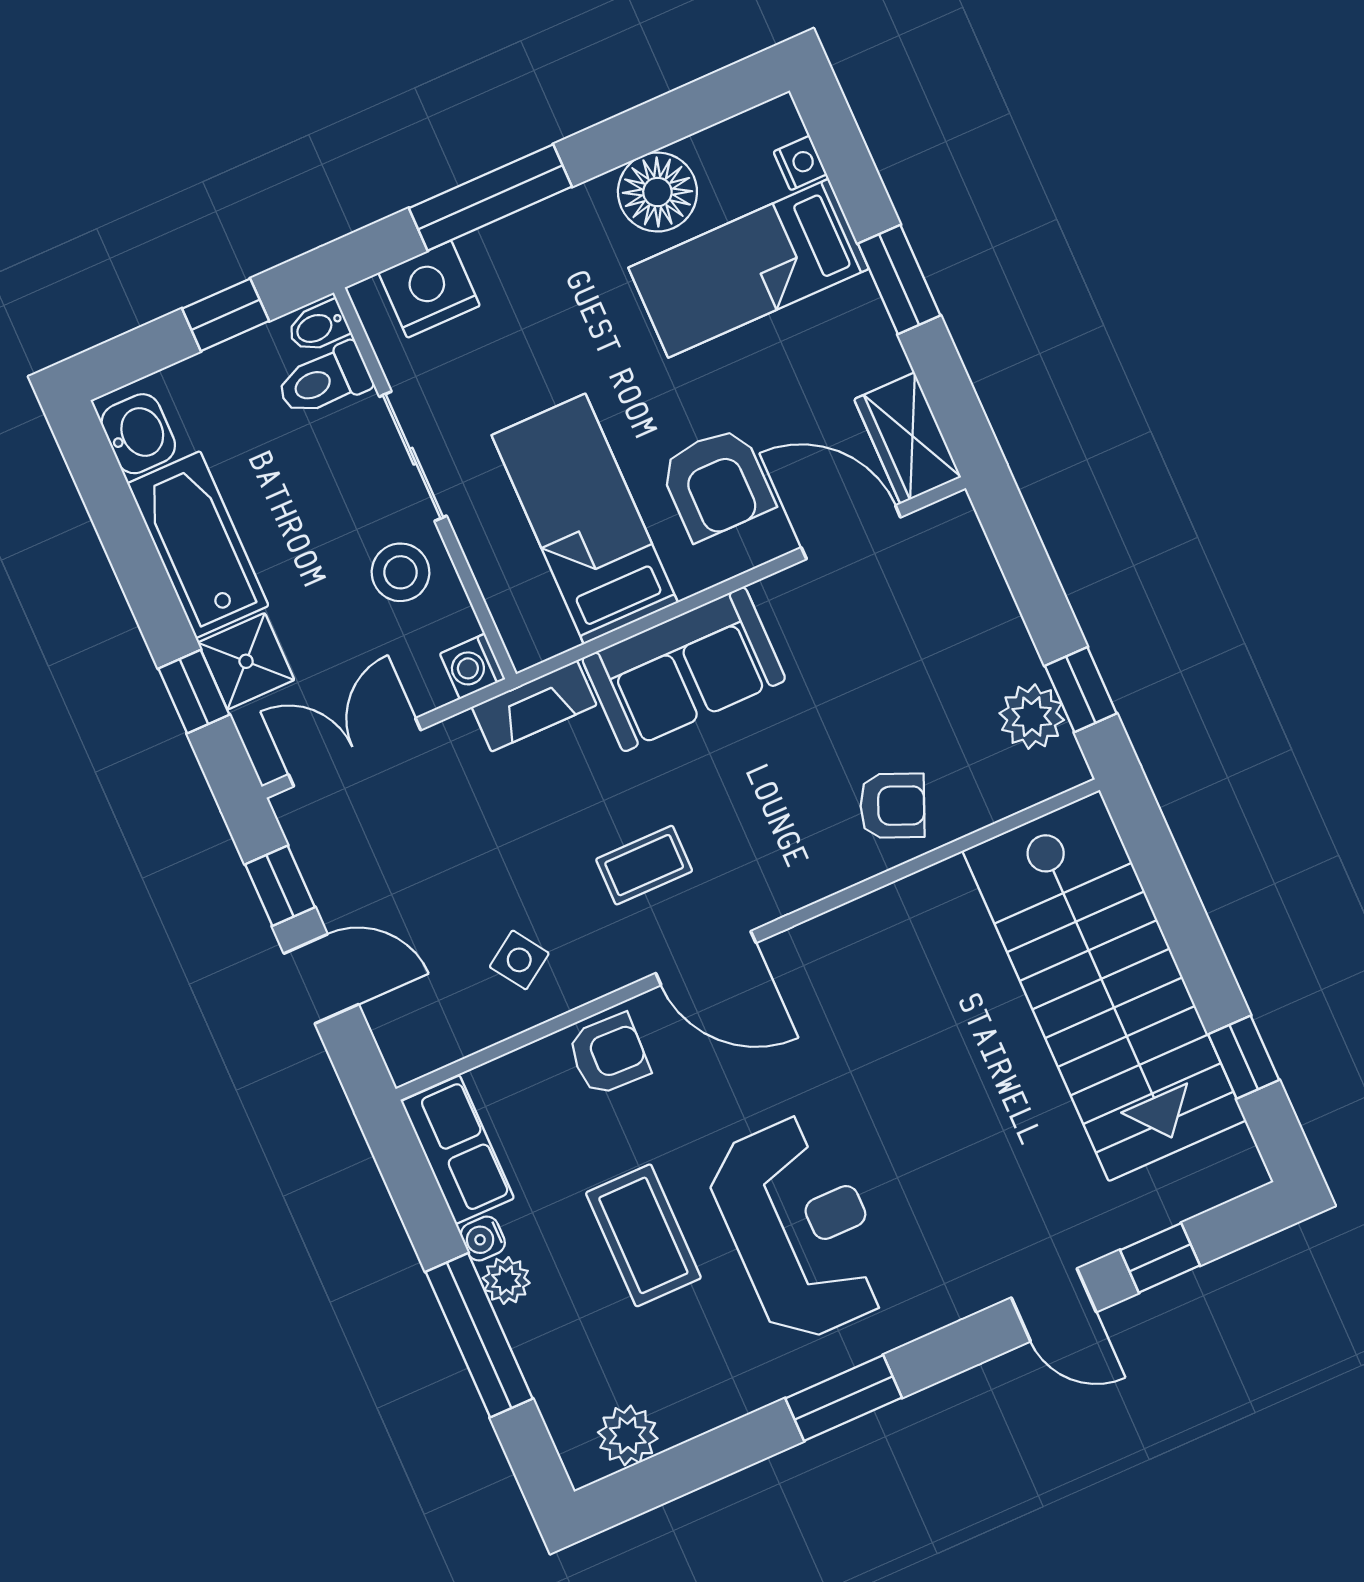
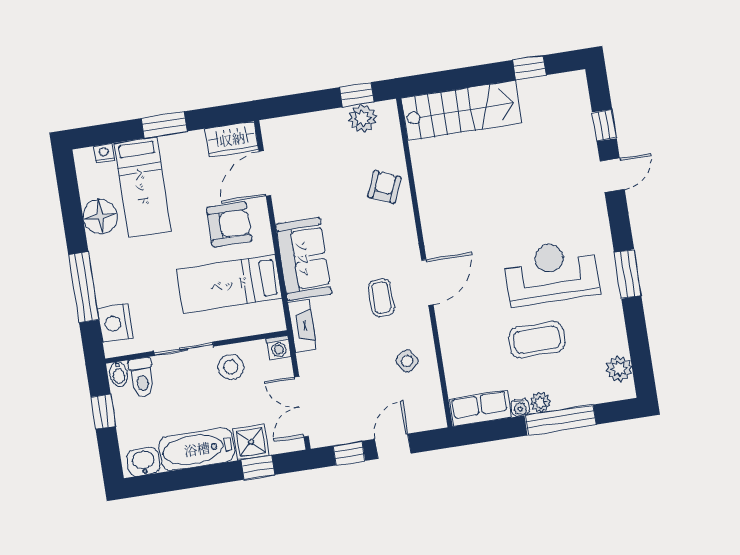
stairs: (1104, 986) -> (461, 110), width x0.73, depth x0.66
armchair: (609, 1054) -> (457, 334), removed

